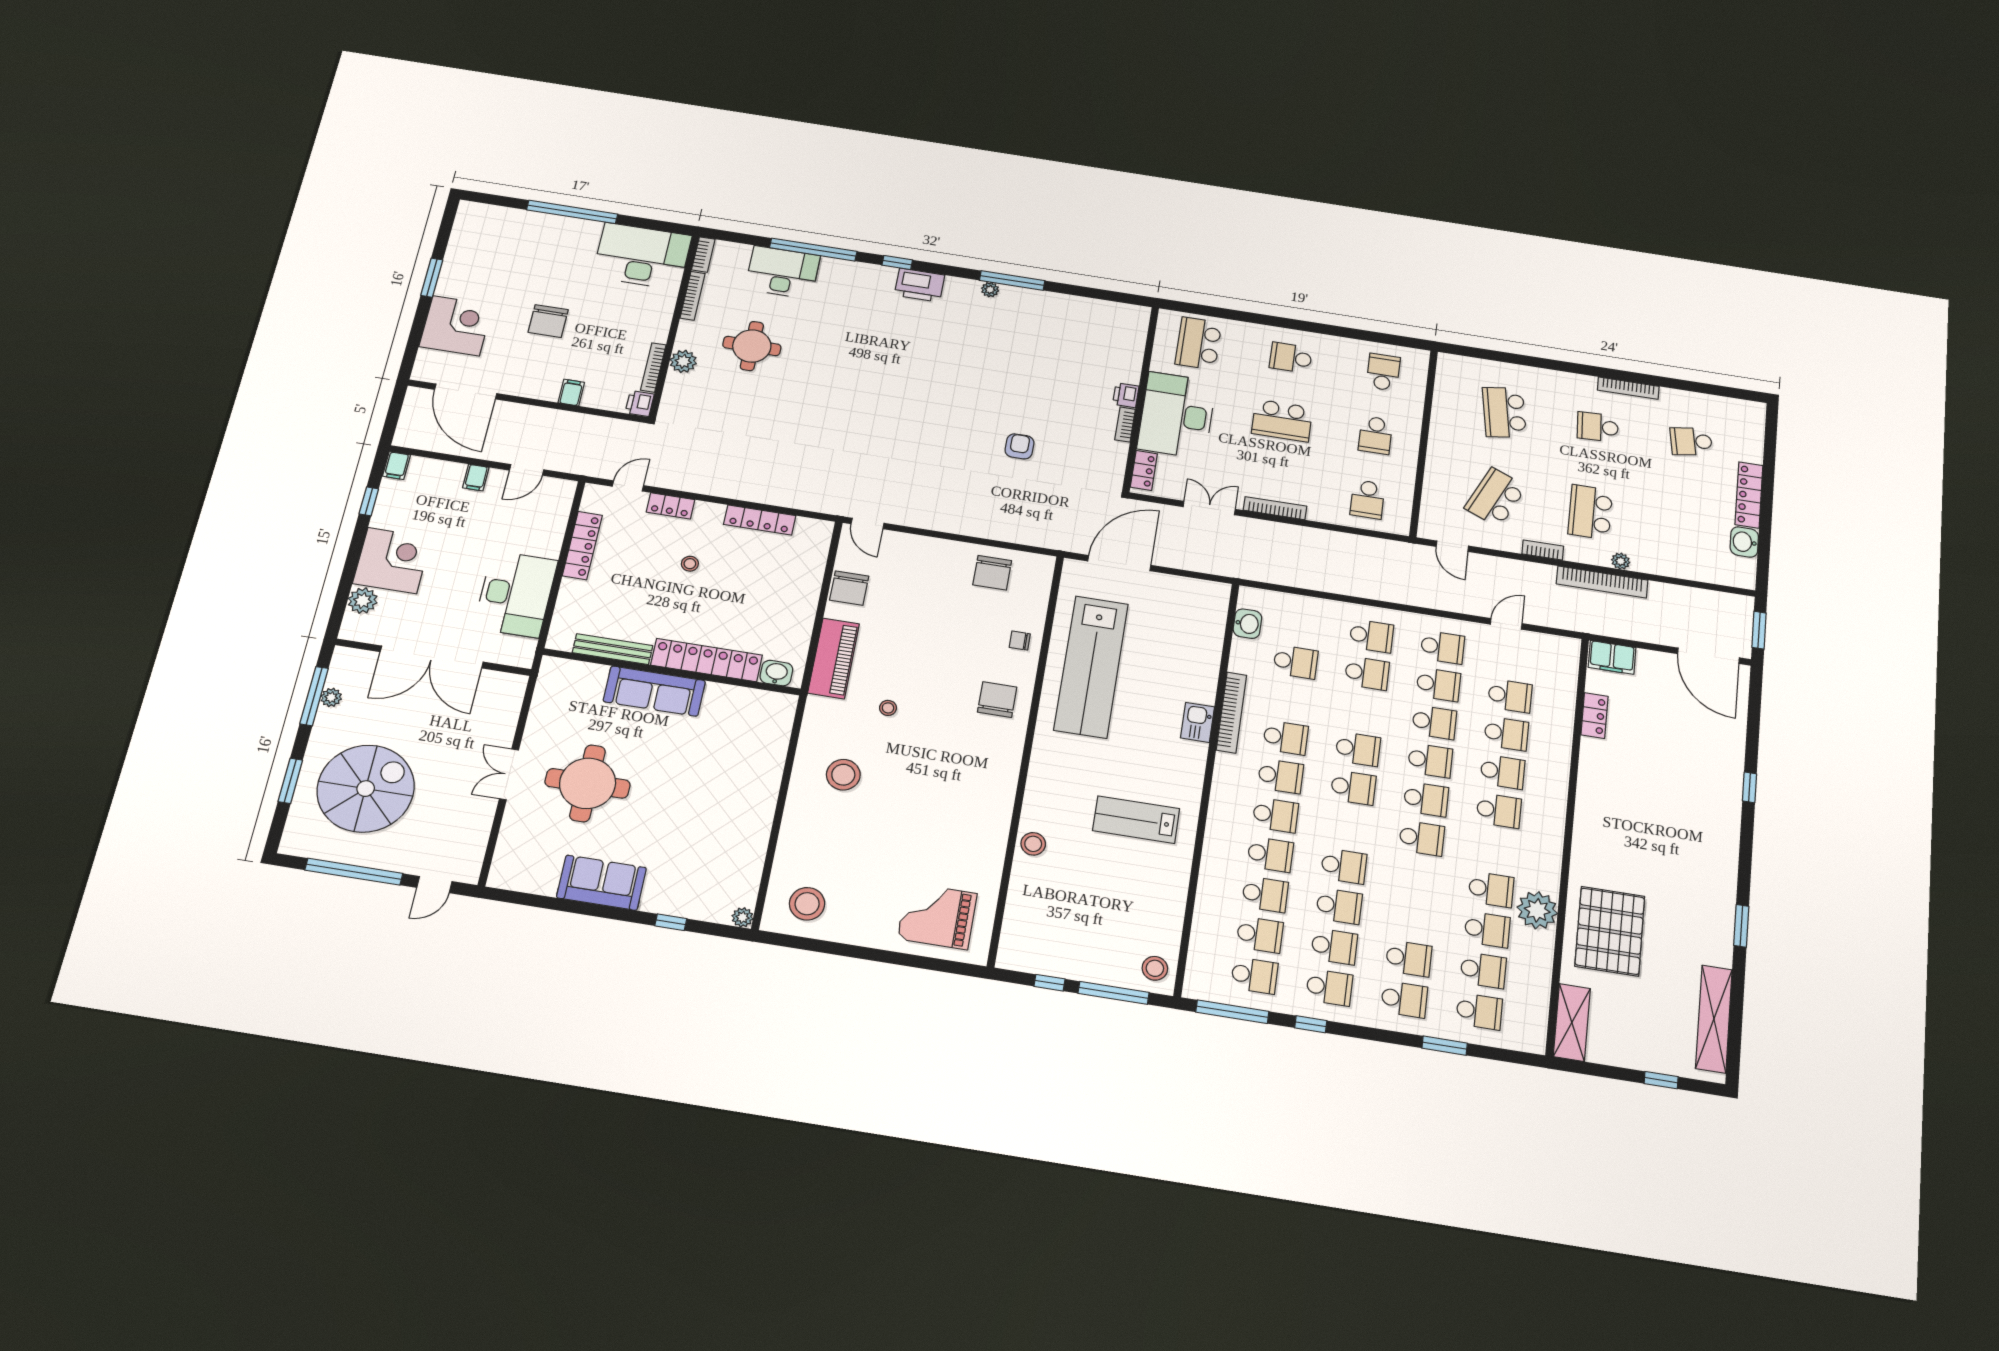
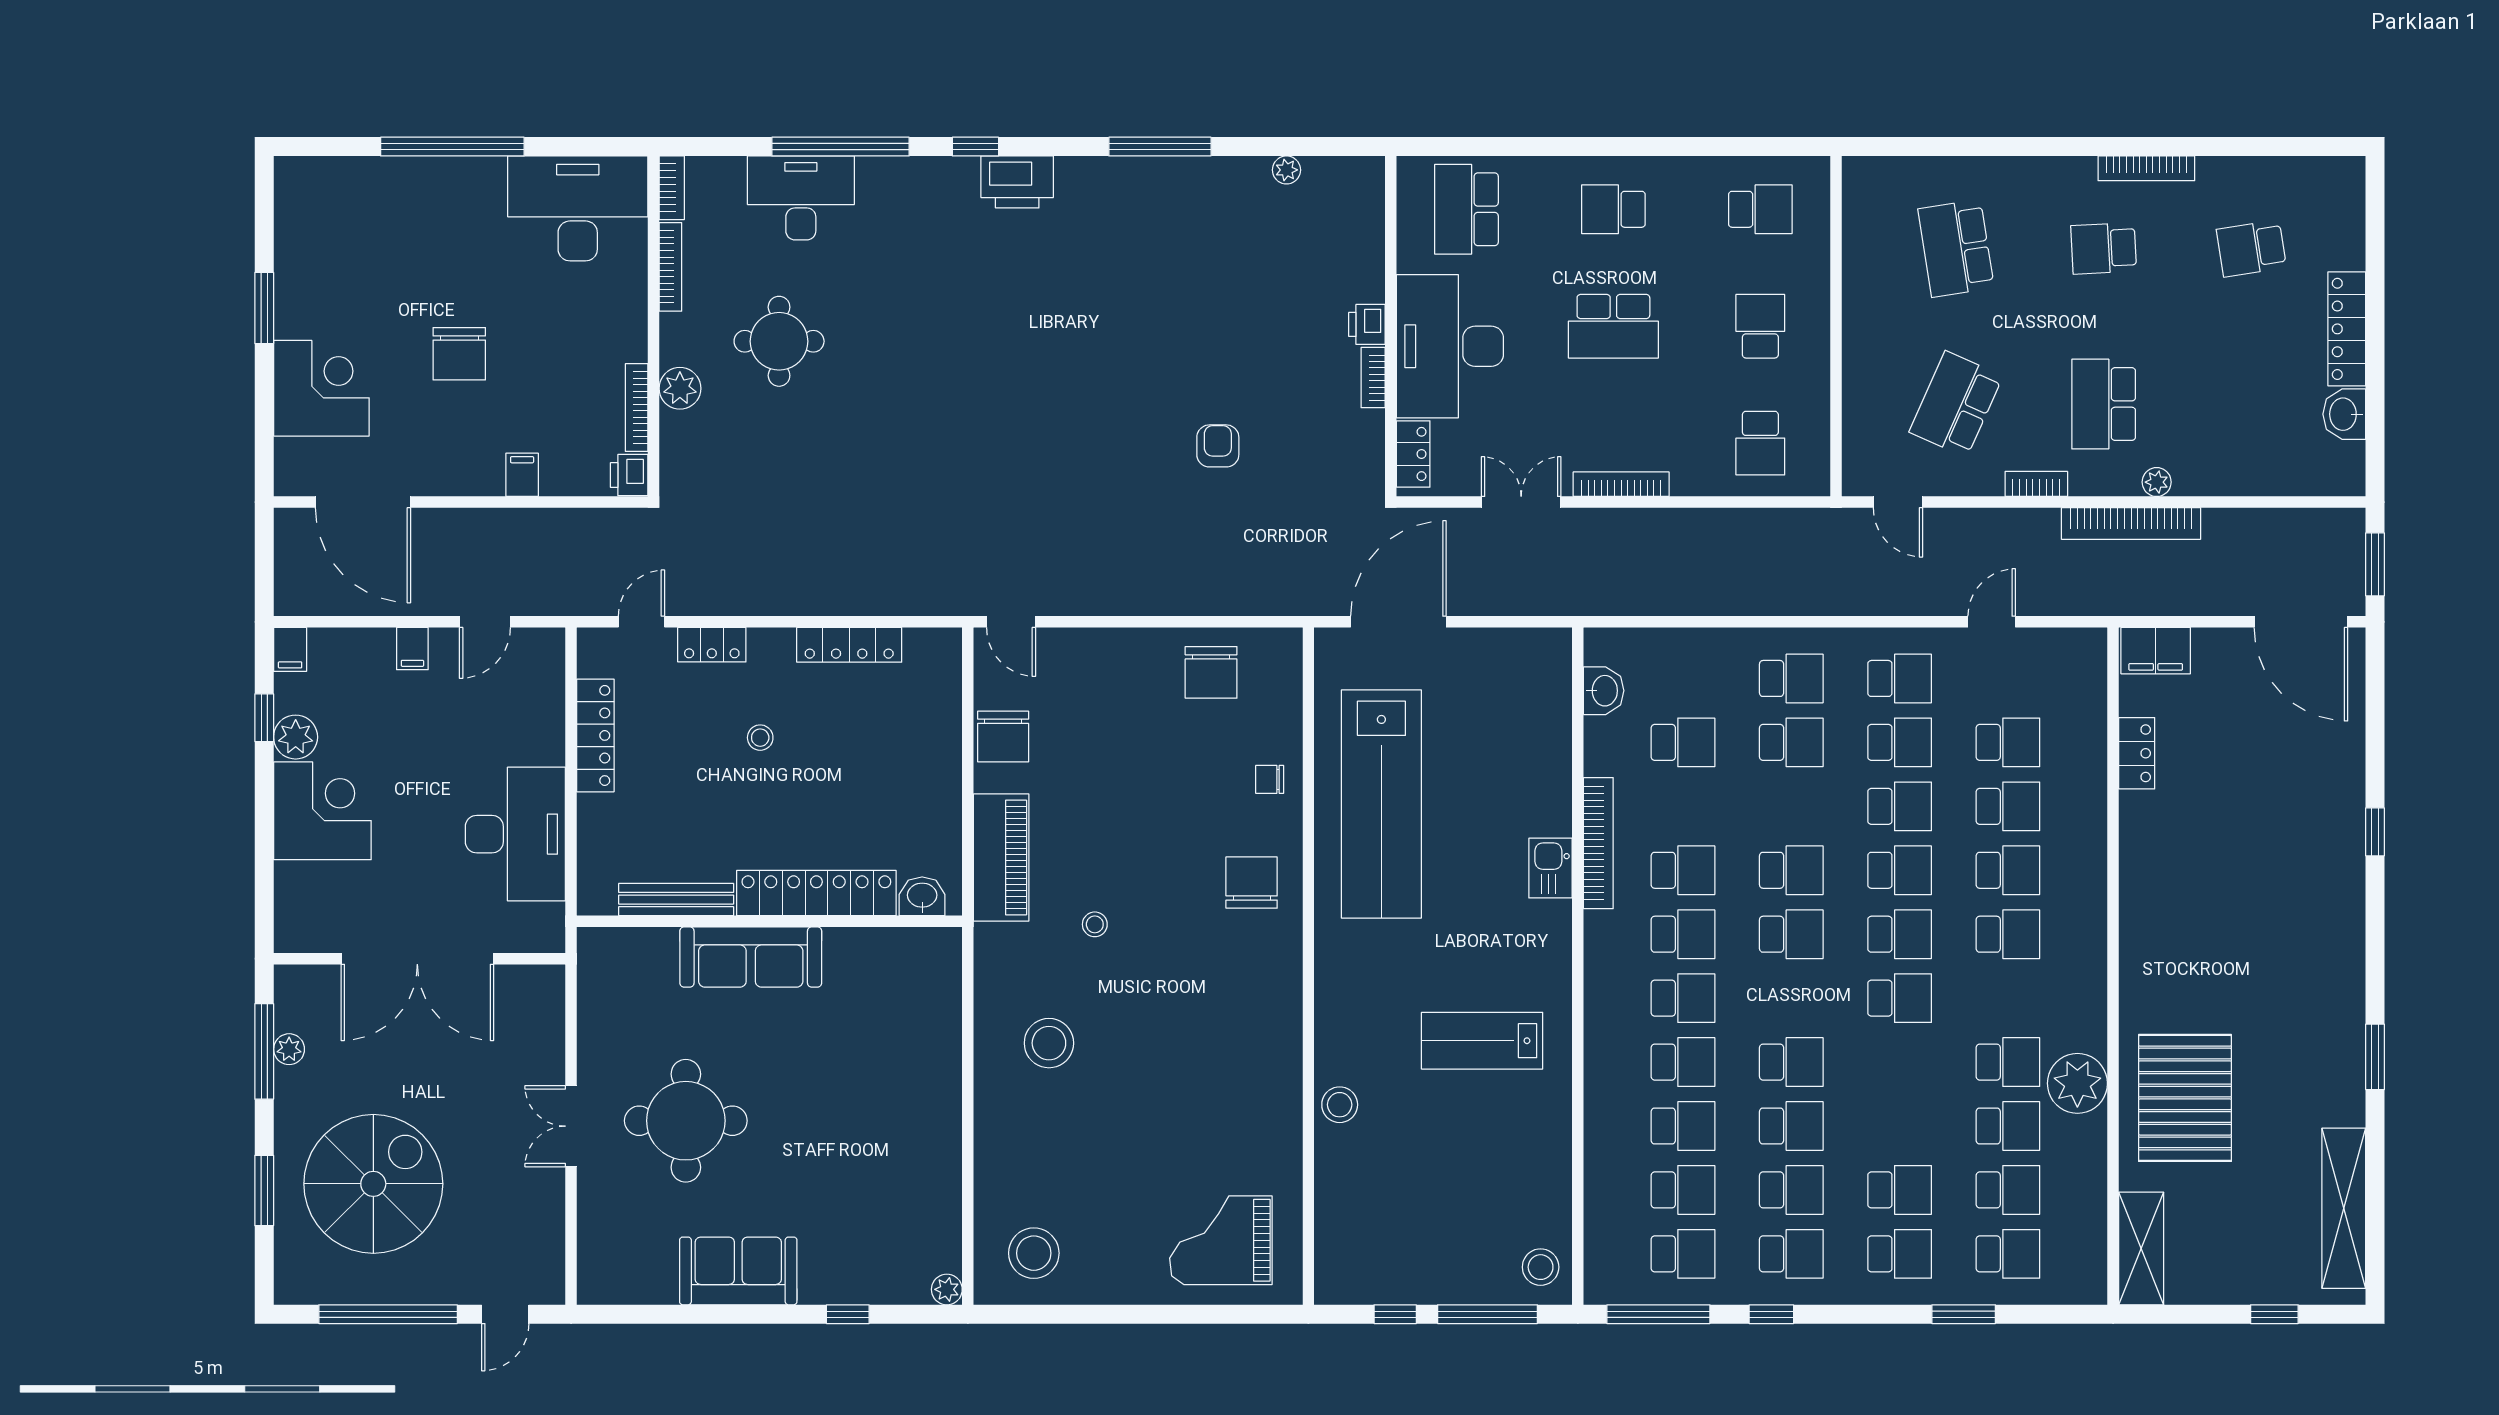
plant: (990, 290) -> (1286, 170), moved
school desk: (1383, 372) -> (1760, 209), turned 90
school desk: (1375, 435) -> (1760, 326), turned 180
plant: (363, 601) -> (296, 737), moved

